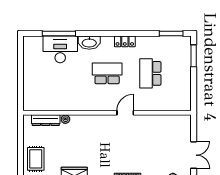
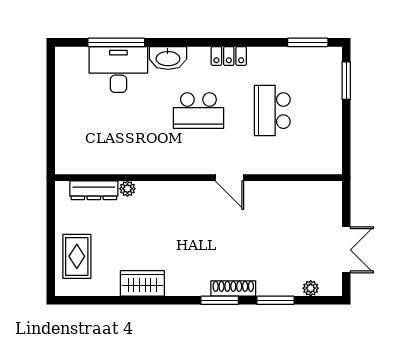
school desk: (107, 73) -> (198, 111), turned 180
door: (125, 113) -> (229, 178), swing flipped

